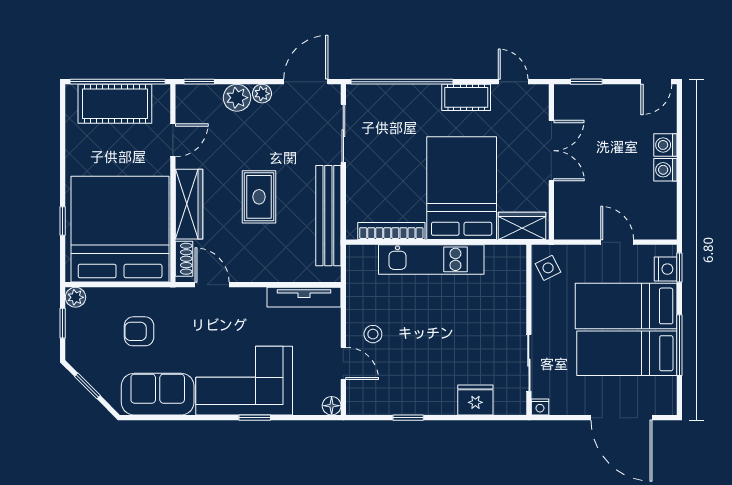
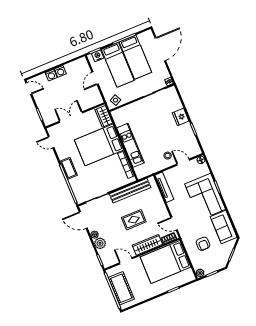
door: (513, 82) -> (51, 142), hinge flipped
cot: (466, 97) -> (69, 168), moved
bed: (120, 229) -> (166, 262), width x0.73
door: (212, 285) -> (174, 224), hinge flipped
door: (343, 363) -> (183, 162), hinge flipped
fridge: (475, 400) -> (181, 117), moved

